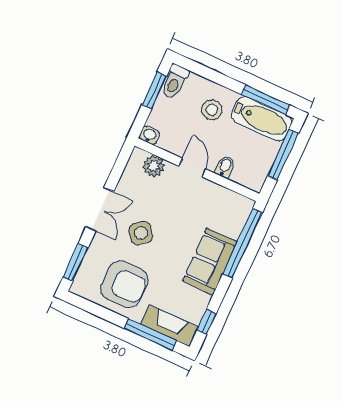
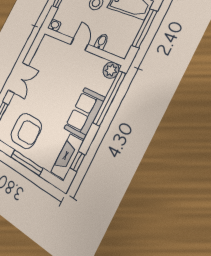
plant: (154, 166) -> (111, 70), moved
side table: (141, 233) -> (41, 93), removed
fireplace: (169, 325) -> (67, 157), moved, turned -90
window: (150, 335) -> (27, 163), moved

